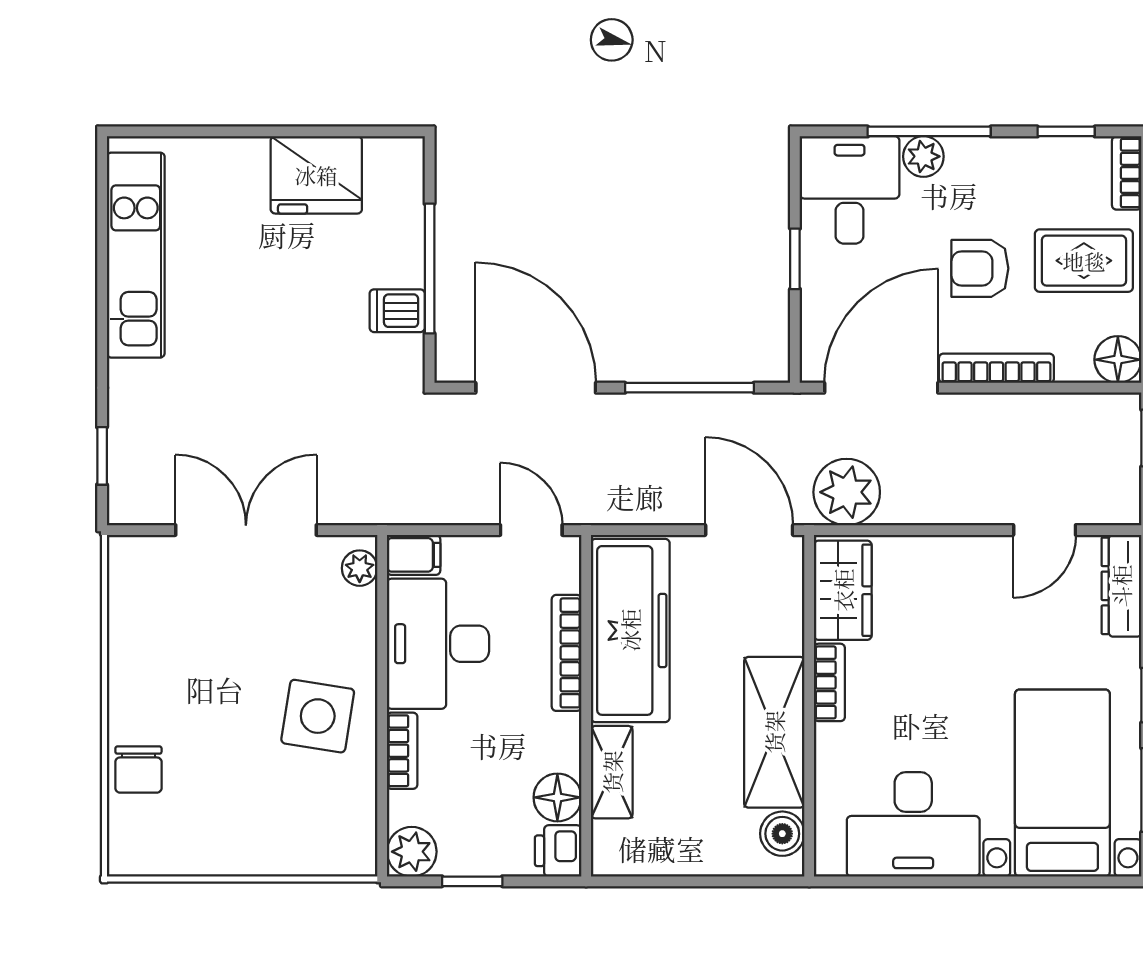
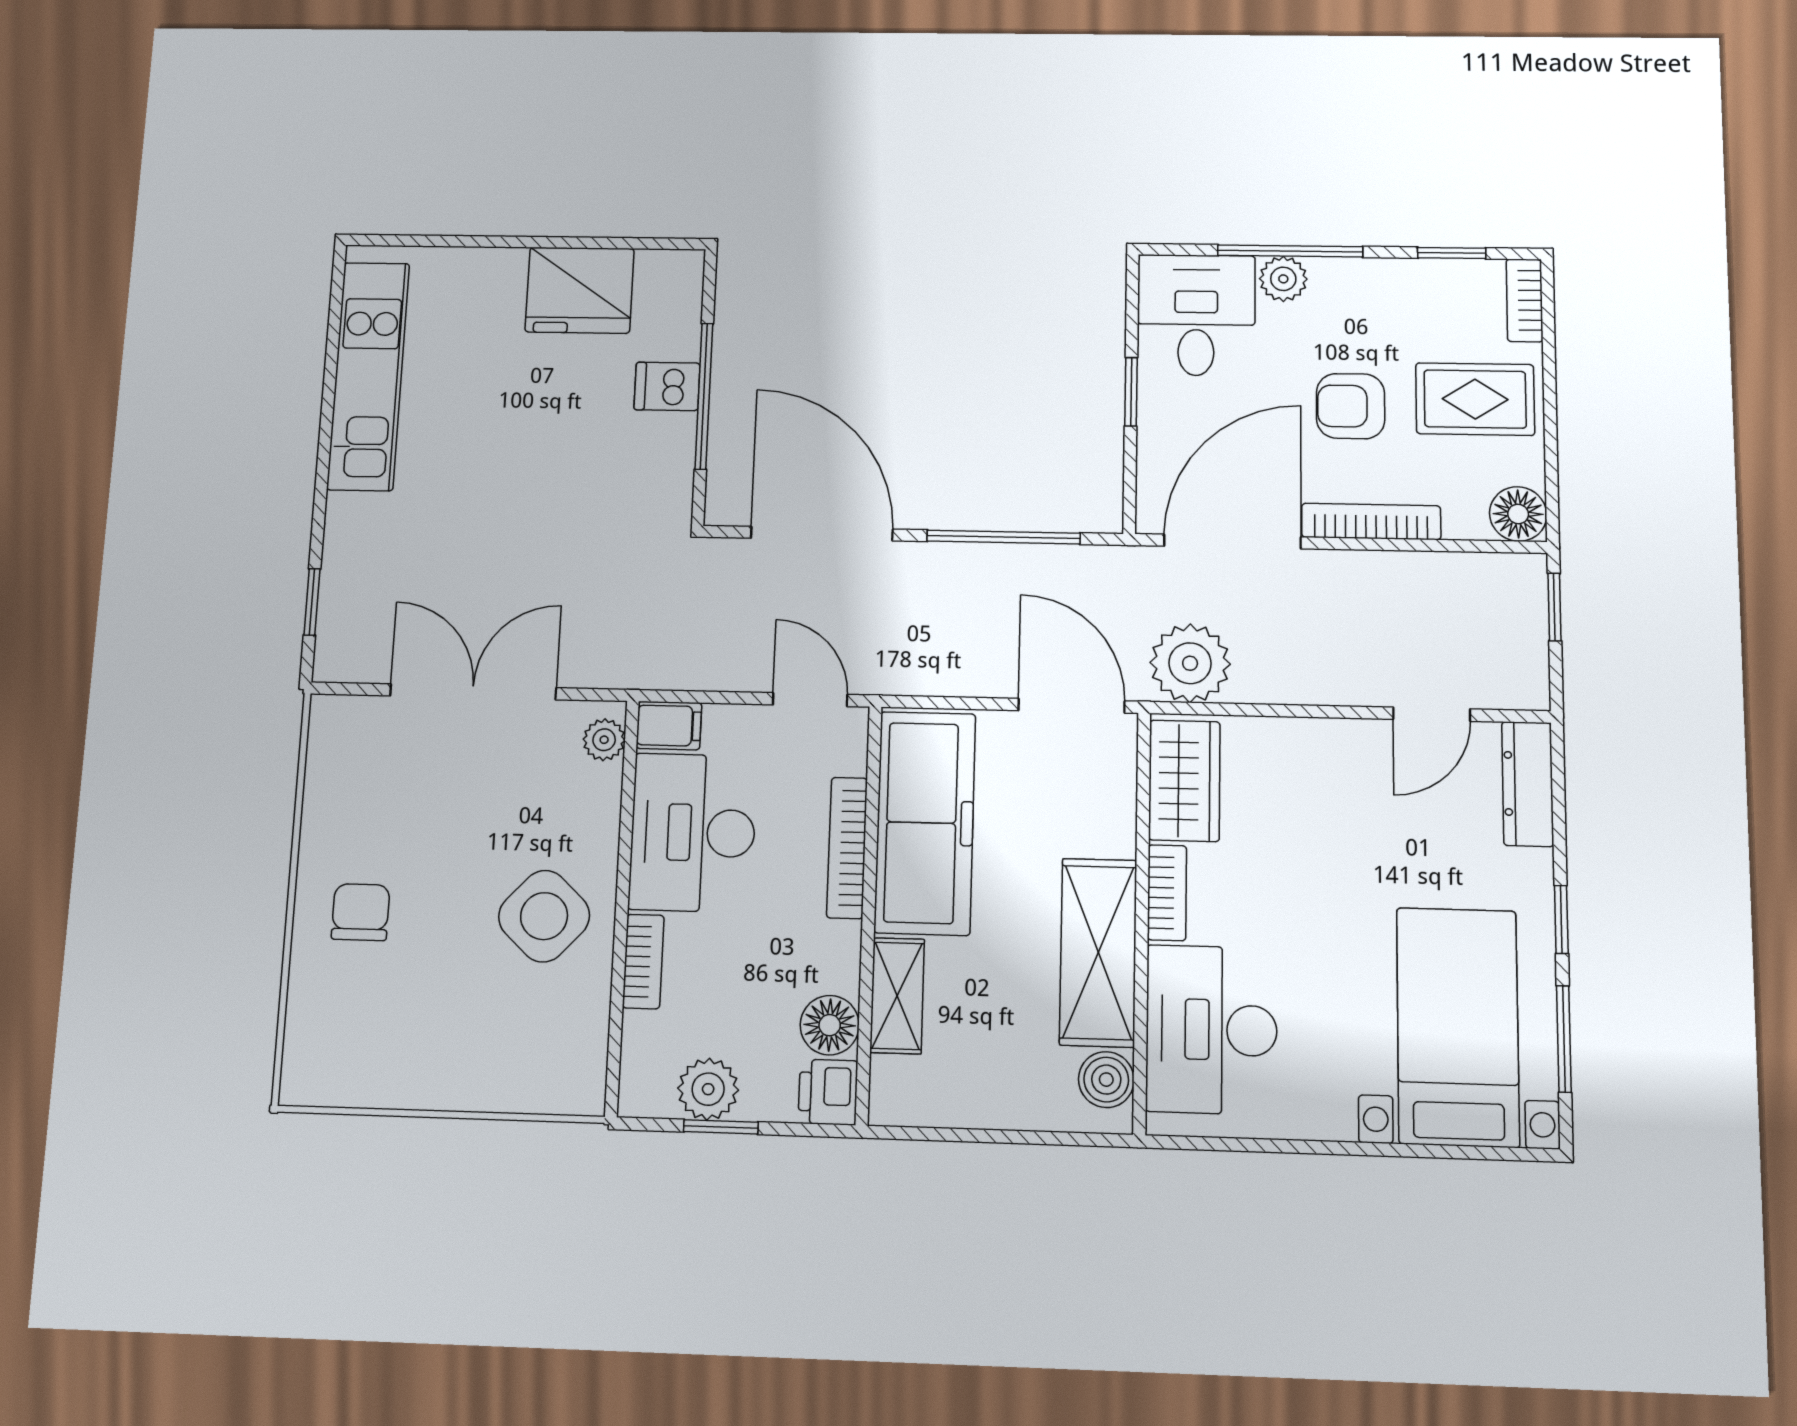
dishwasher: (397, 311) -> (667, 386), moved
side table: (318, 716) -> (544, 916), turned 34
chair: (138, 769) -> (361, 912), moved, turned 180
desk: (913, 824) -> (1211, 1030), moved, turned 90
plant: (412, 852) -> (708, 1089), moved

